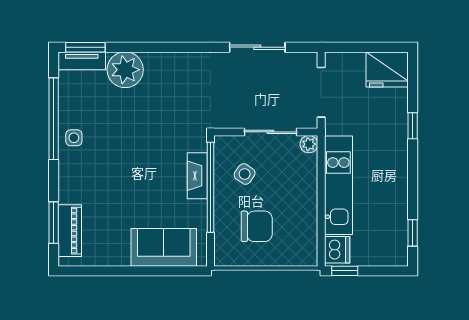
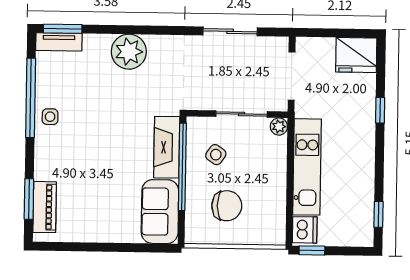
plant: (125, 70) -> (129, 52), moved
fireplace: (197, 176) -> (167, 147), width x1.37, depth x1.32
sofa: (164, 247) -> (160, 212), moved, turned -90

